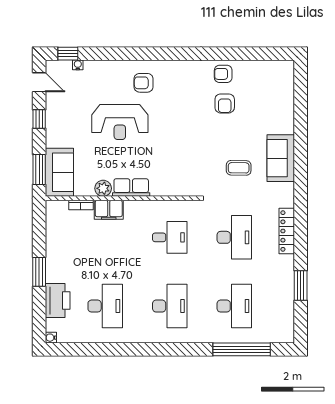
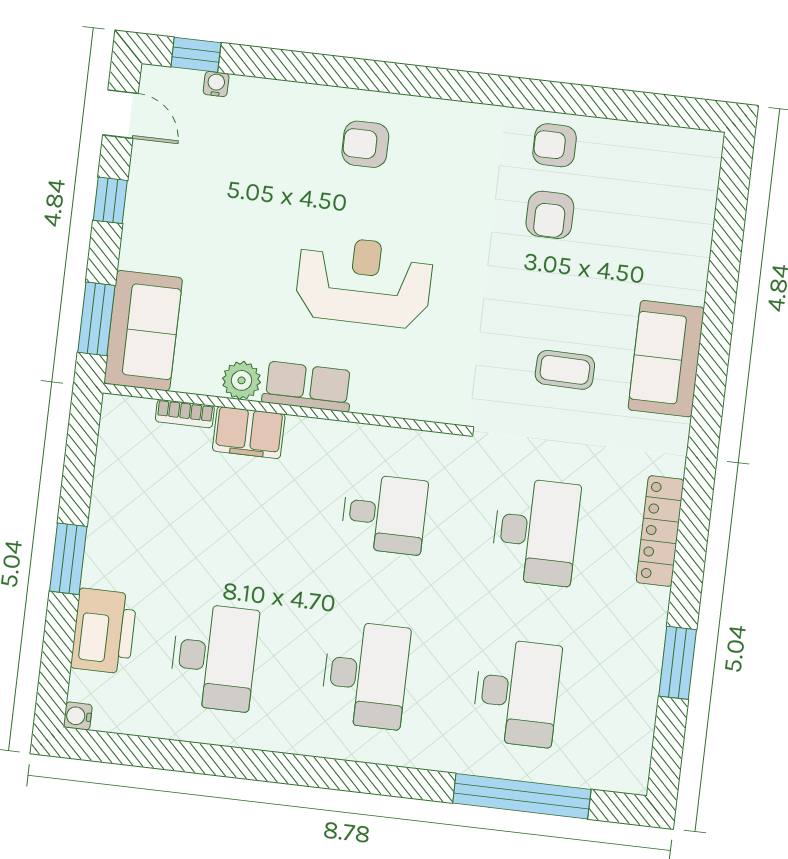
reception desk: (120, 122) -> (364, 282), moved, turned 180

